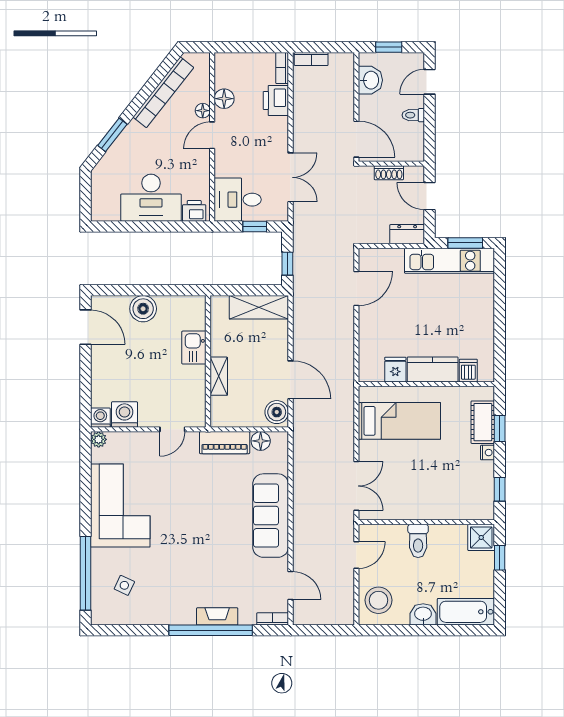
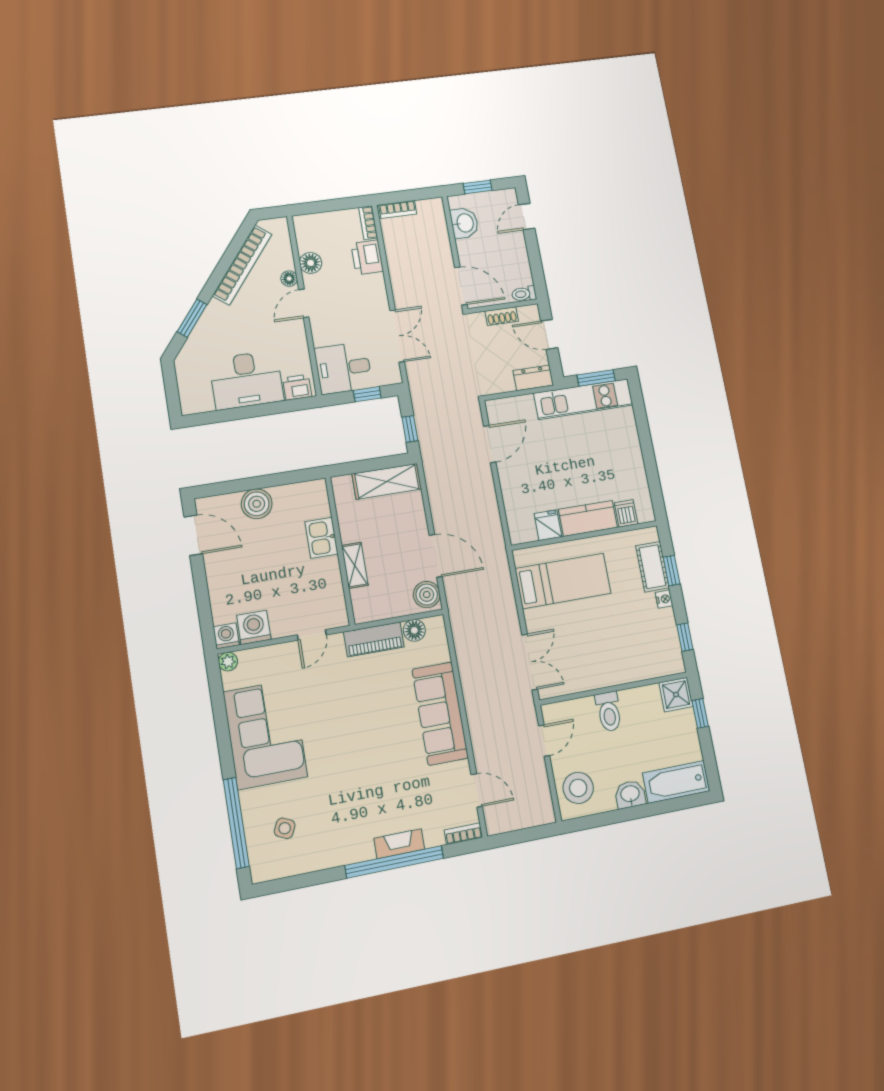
toilet: (413, 115) -> (524, 294), moved

